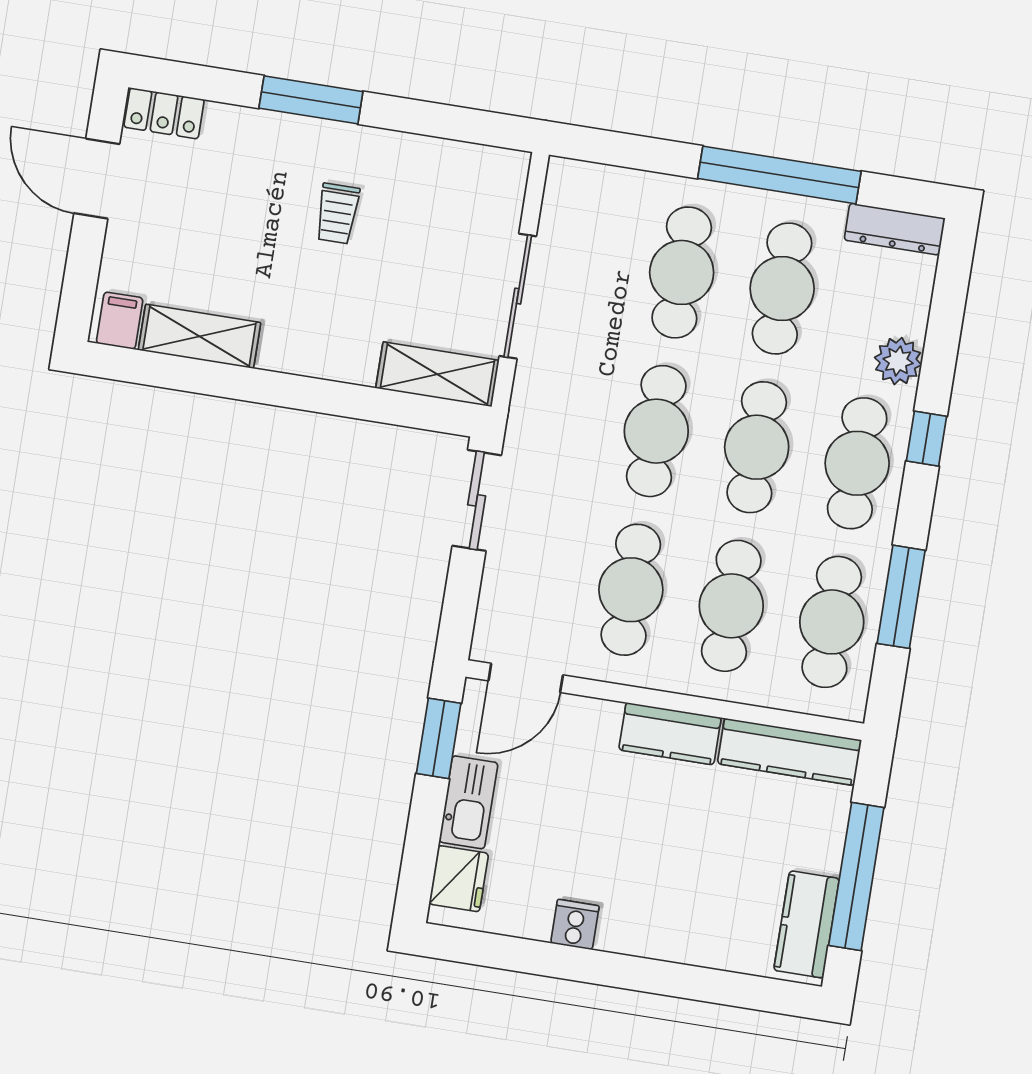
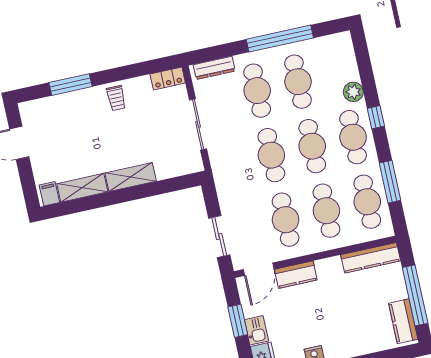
window: (311, 100) -> (71, 85), moved
locker: (164, 113) -> (168, 79), moved
trolley: (337, 213) -> (116, 98), moved
dresser: (895, 229) -> (214, 68), moved
shelving: (437, 374) -> (131, 177), moved
sliding door: (477, 500) -> (219, 236), moved
kitchen counter: (670, 734) -> (296, 275), moved
window: (439, 738) -> (238, 321), moved
kitchen sink: (468, 802) -> (256, 330), width x0.73

